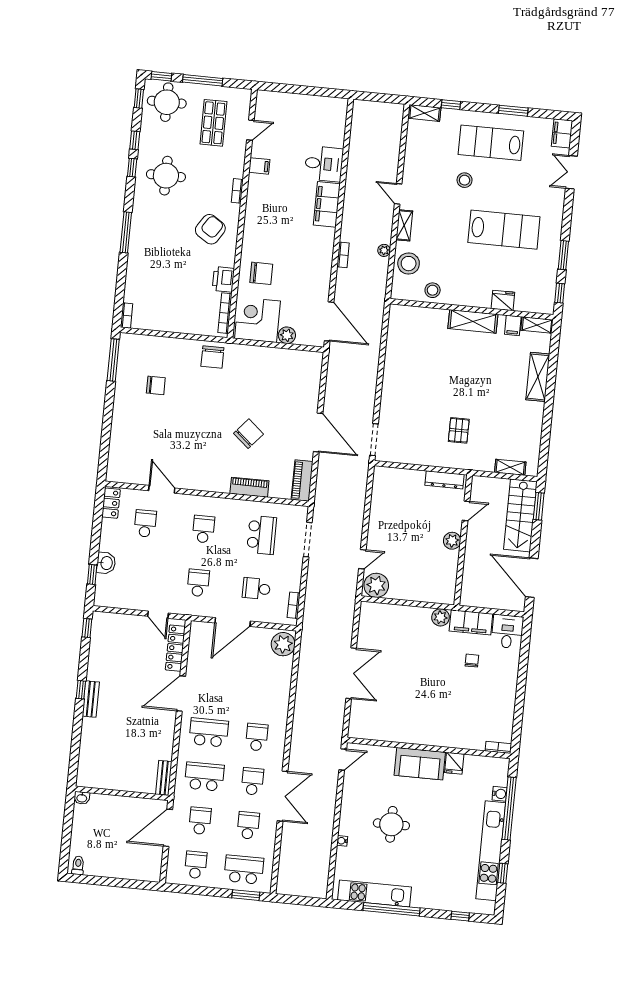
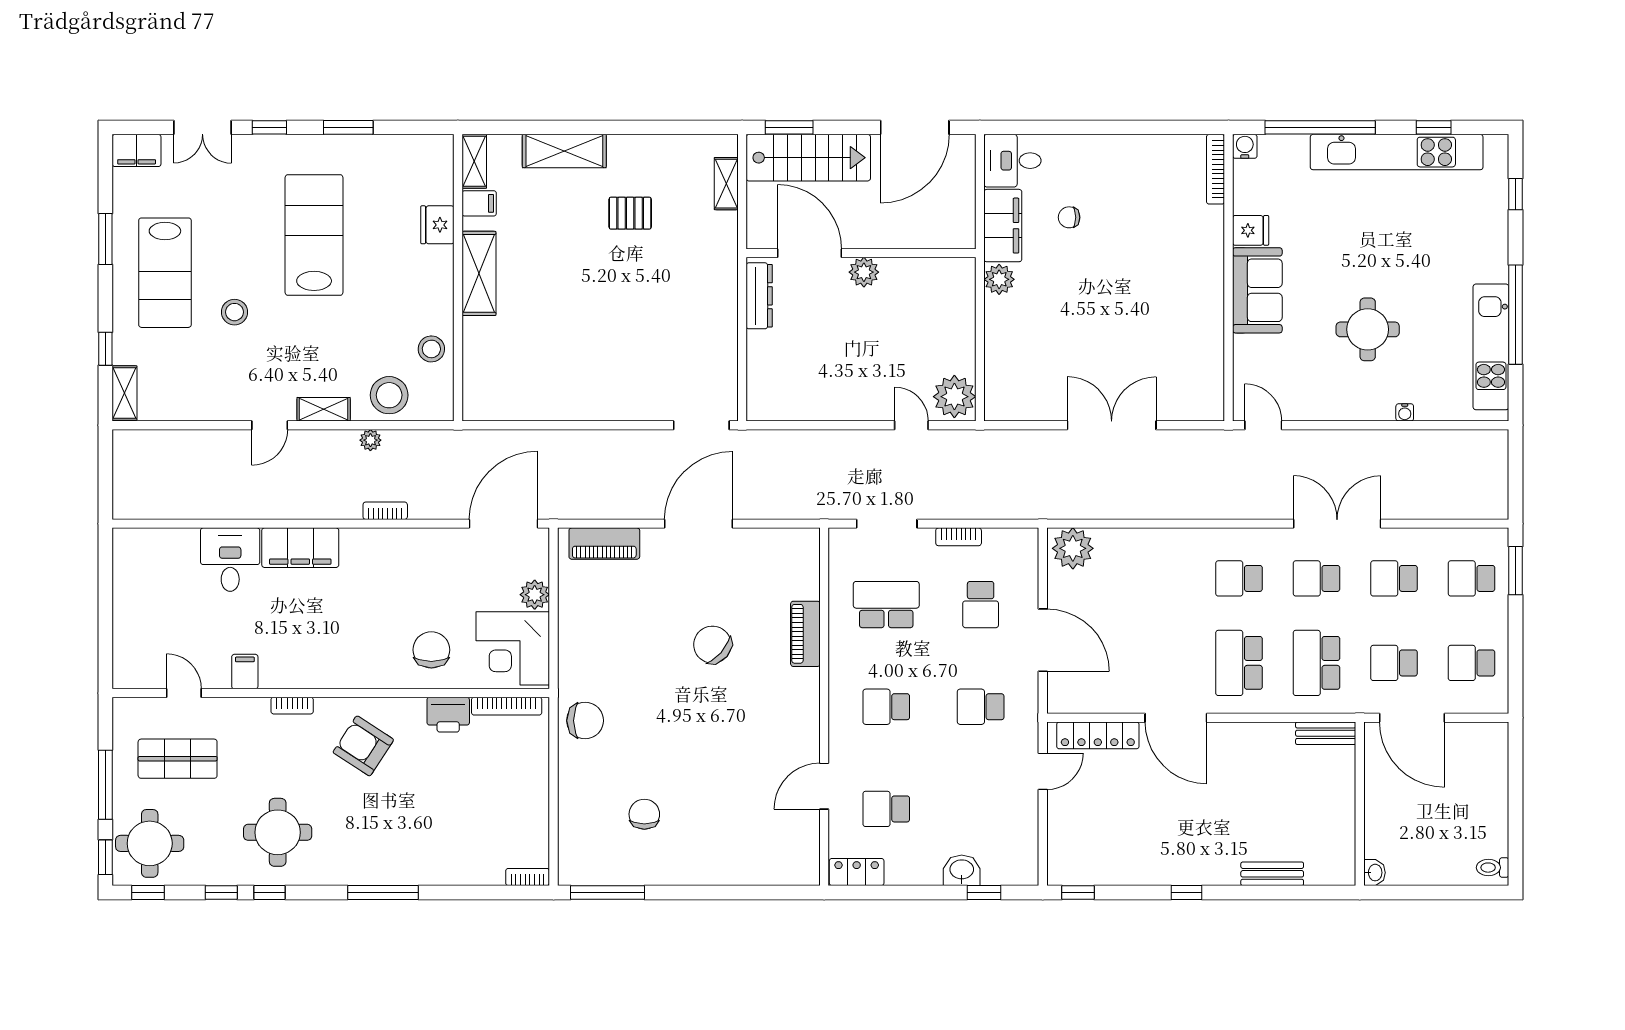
window: (560, 293) -> (269, 127), moved
pallet: (459, 430) -> (630, 213), moved
piano: (302, 480) -> (604, 544), moved
door: (466, 511) -> (810, 253), width x1.88
bookcase: (294, 605) -> (959, 537), moved
bench: (91, 699) -> (1272, 874), moved
bookcase: (498, 747) -> (1216, 169), width x1.56
water cooler: (500, 794) -> (1245, 146), moved
school desk: (244, 870) -> (1472, 578), width x0.54

